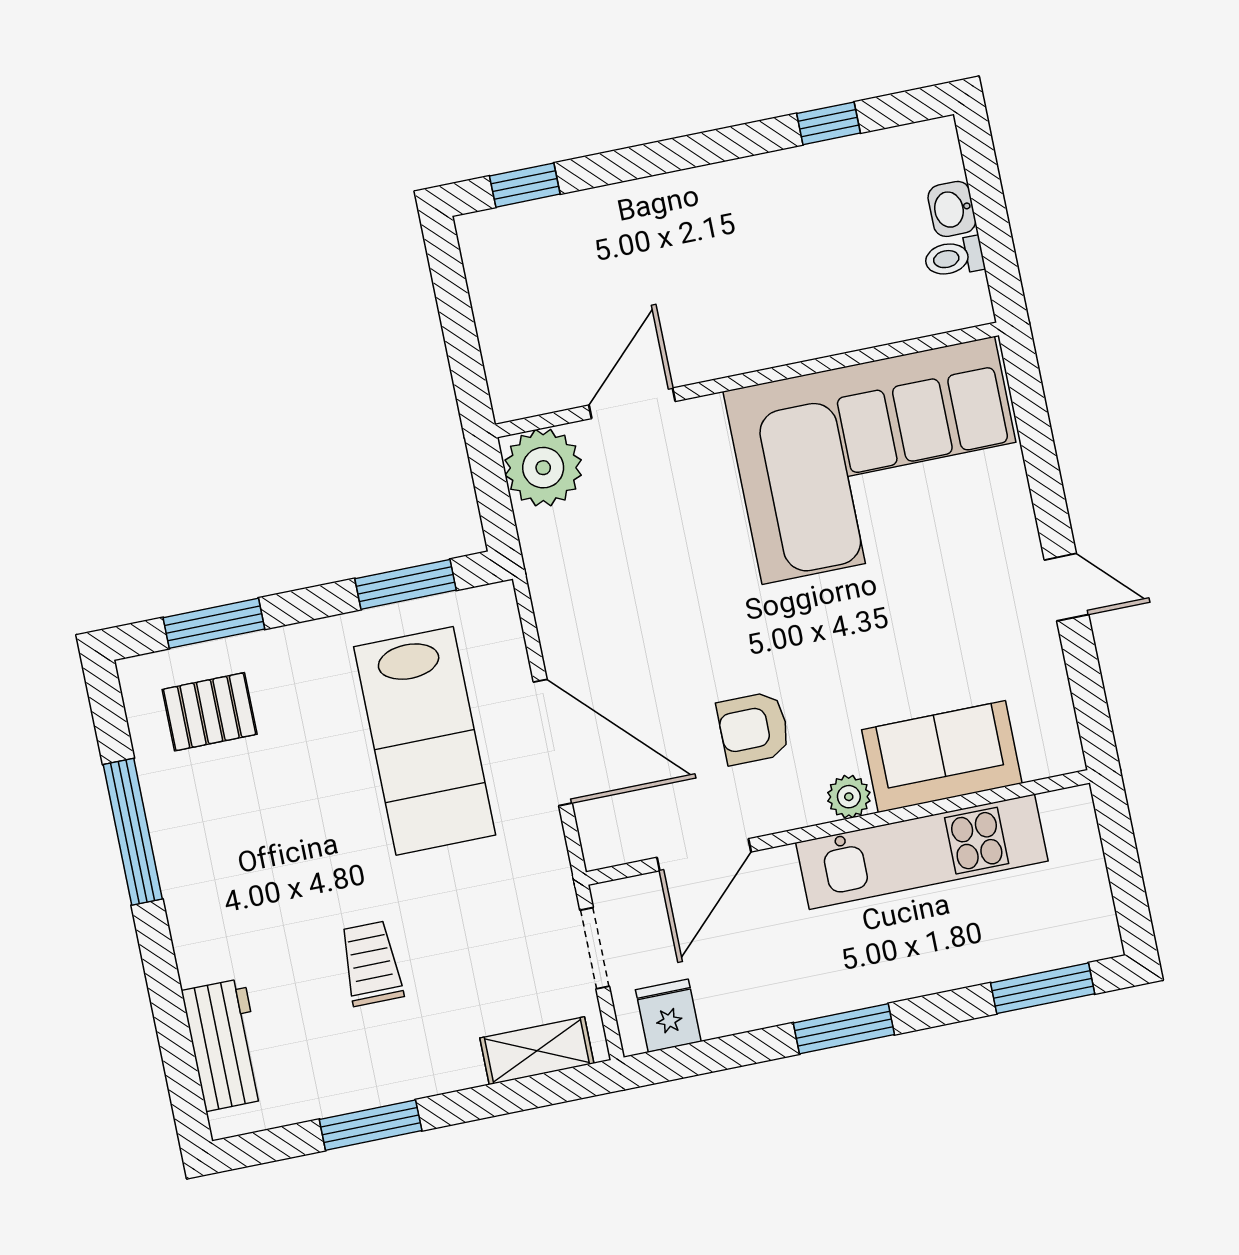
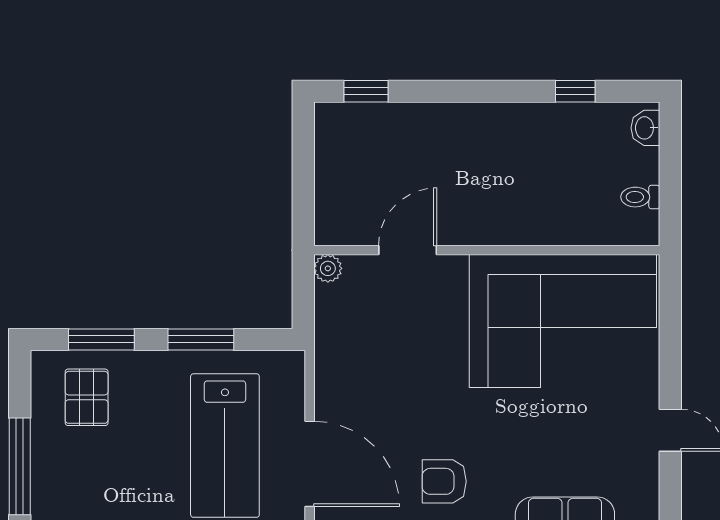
washbasin: (952, 209) -> (645, 128), moved
plant: (543, 468) -> (328, 268), width x0.53, depth x0.53
window: (405, 584) -> (201, 339), moved
pallet: (210, 712) -> (87, 397), turned 90

